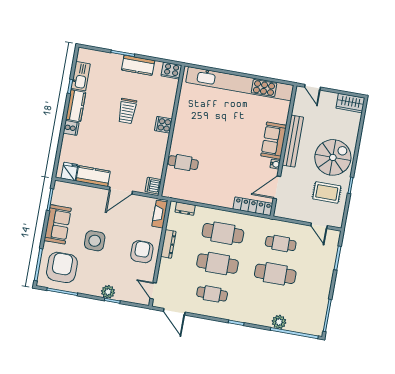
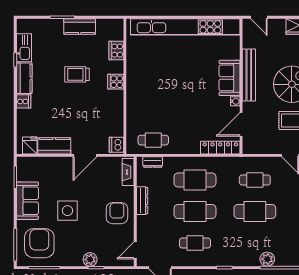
cooker: (171, 71) -> (116, 51), moved, turned 90
trolley: (127, 111) -> (77, 74), turned 90
cafe table: (183, 163) -> (153, 140), moved
door: (153, 291) -> (135, 250), hinge flipped

